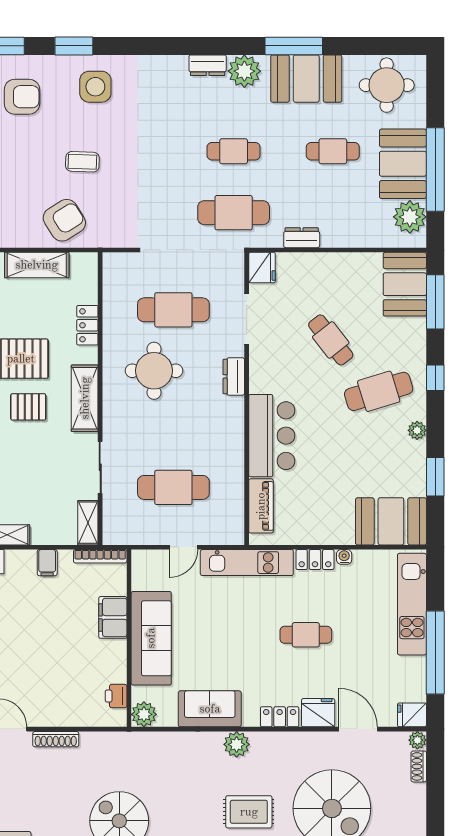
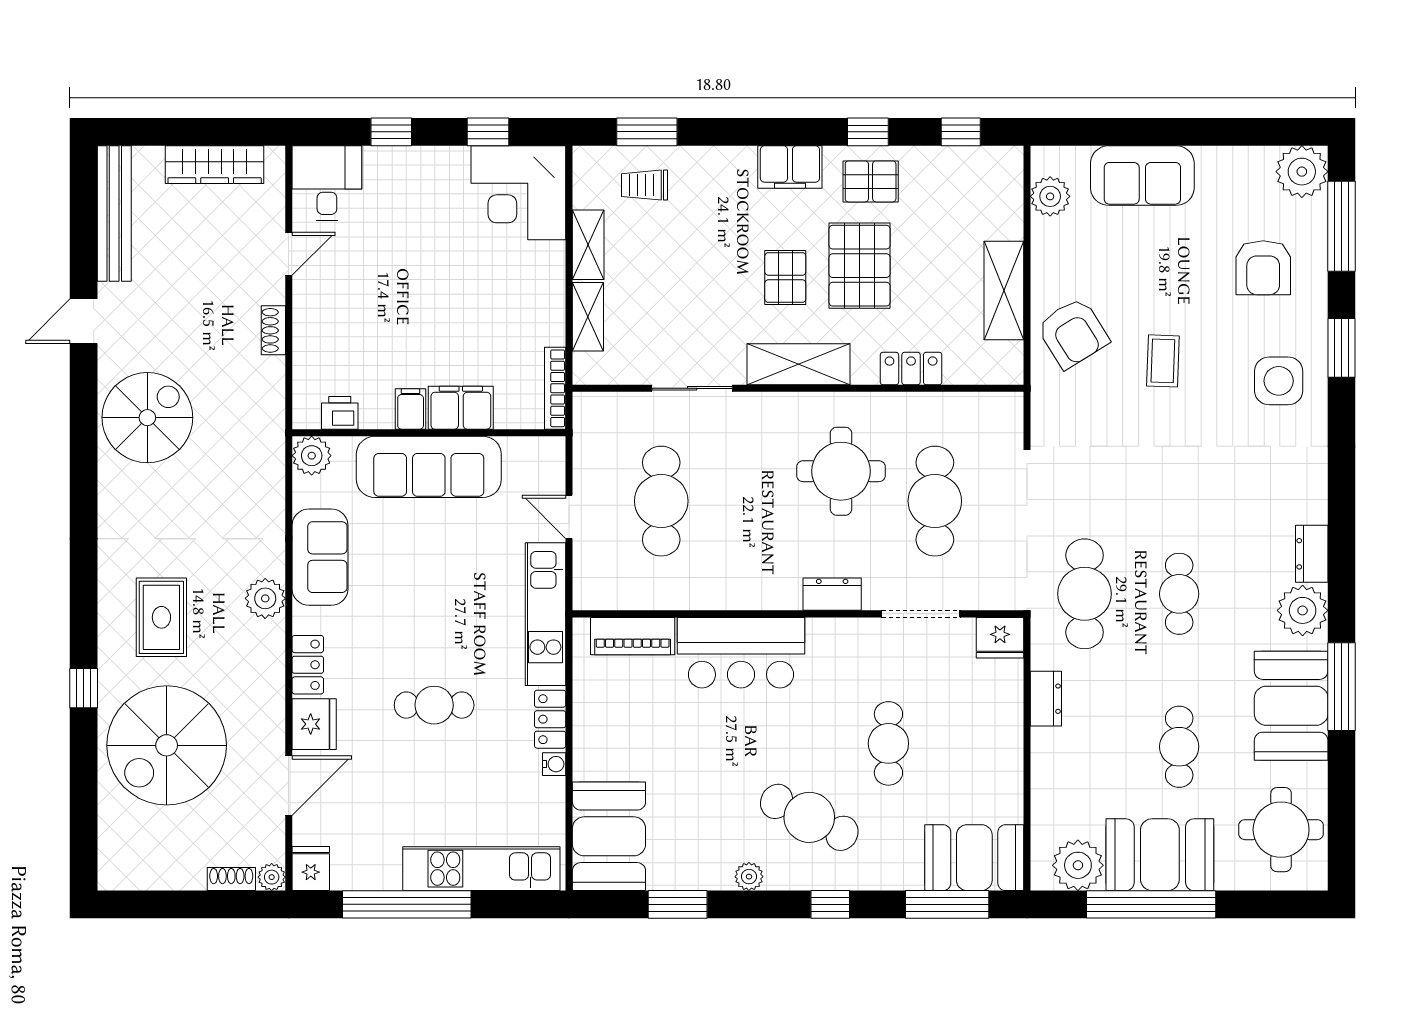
cafe table: (331, 340) -> (888, 743), turned -52
cafe table: (379, 391) -> (809, 817), turned -47
shelving: (88, 523) -> (588, 317), moved, turned 90
filing cabinet: (47, 563) -> (411, 409), moved, turned 90
cafe table: (306, 635) -> (434, 705), turned 90
shoe rack: (56, 739) -> (273, 330), width x0.70

